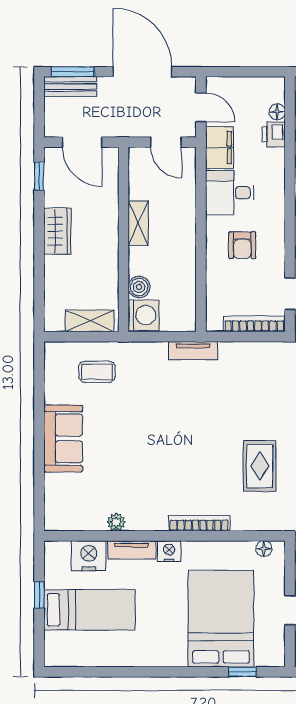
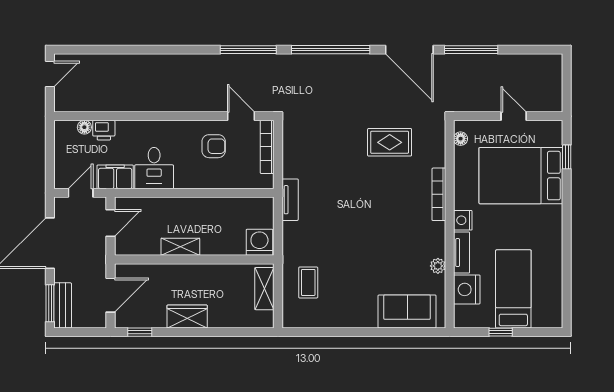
armchair: (242, 245) -> (214, 146), moved
boiler: (139, 287) -> (235, 246), removed
sofa: (63, 438) -> (407, 311), moved

